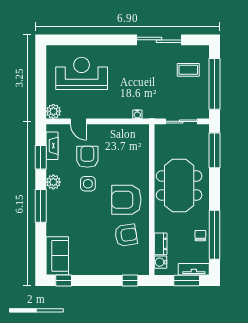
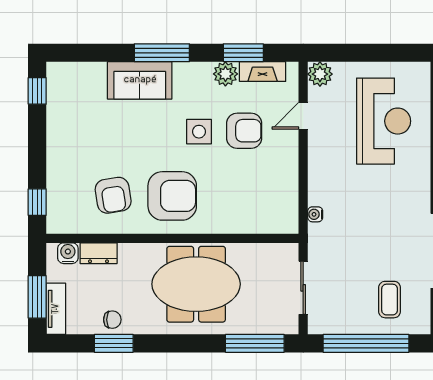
plant: (53, 182) -> (225, 74), moved
armchair: (126, 200) -> (172, 196), turned 90
window: (215, 235) -> (114, 343), width x0.47
sofa: (57, 256) -> (140, 80), moved

